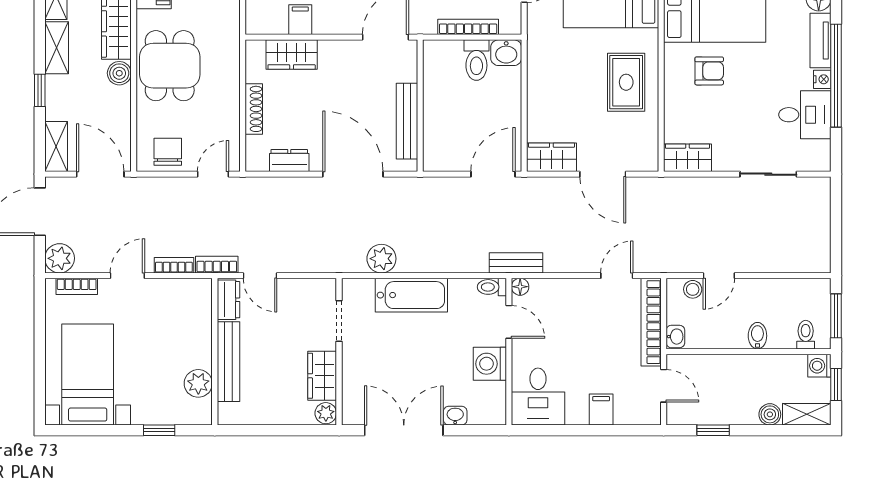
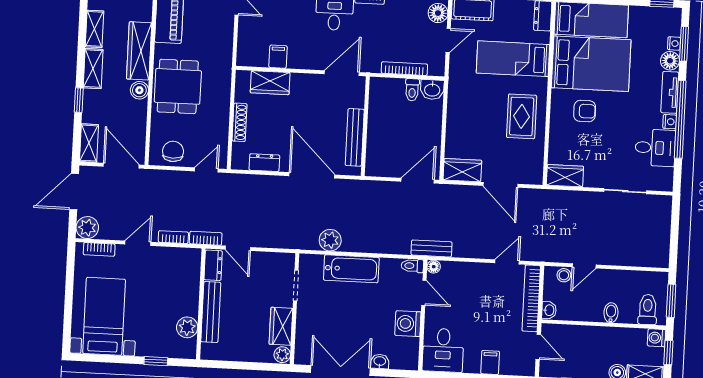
toilet: (476, 60) -> (412, 90), width x0.73, depth x0.72
toilet: (806, 335) -> (648, 310), width x1.37, depth x1.39

